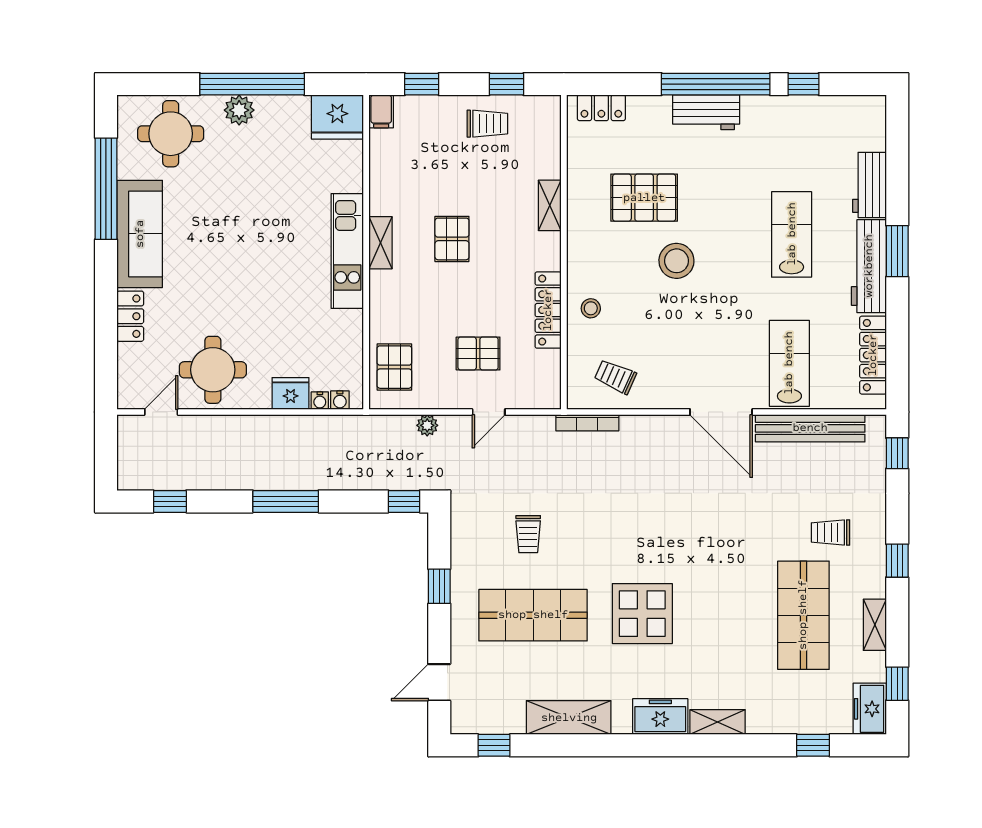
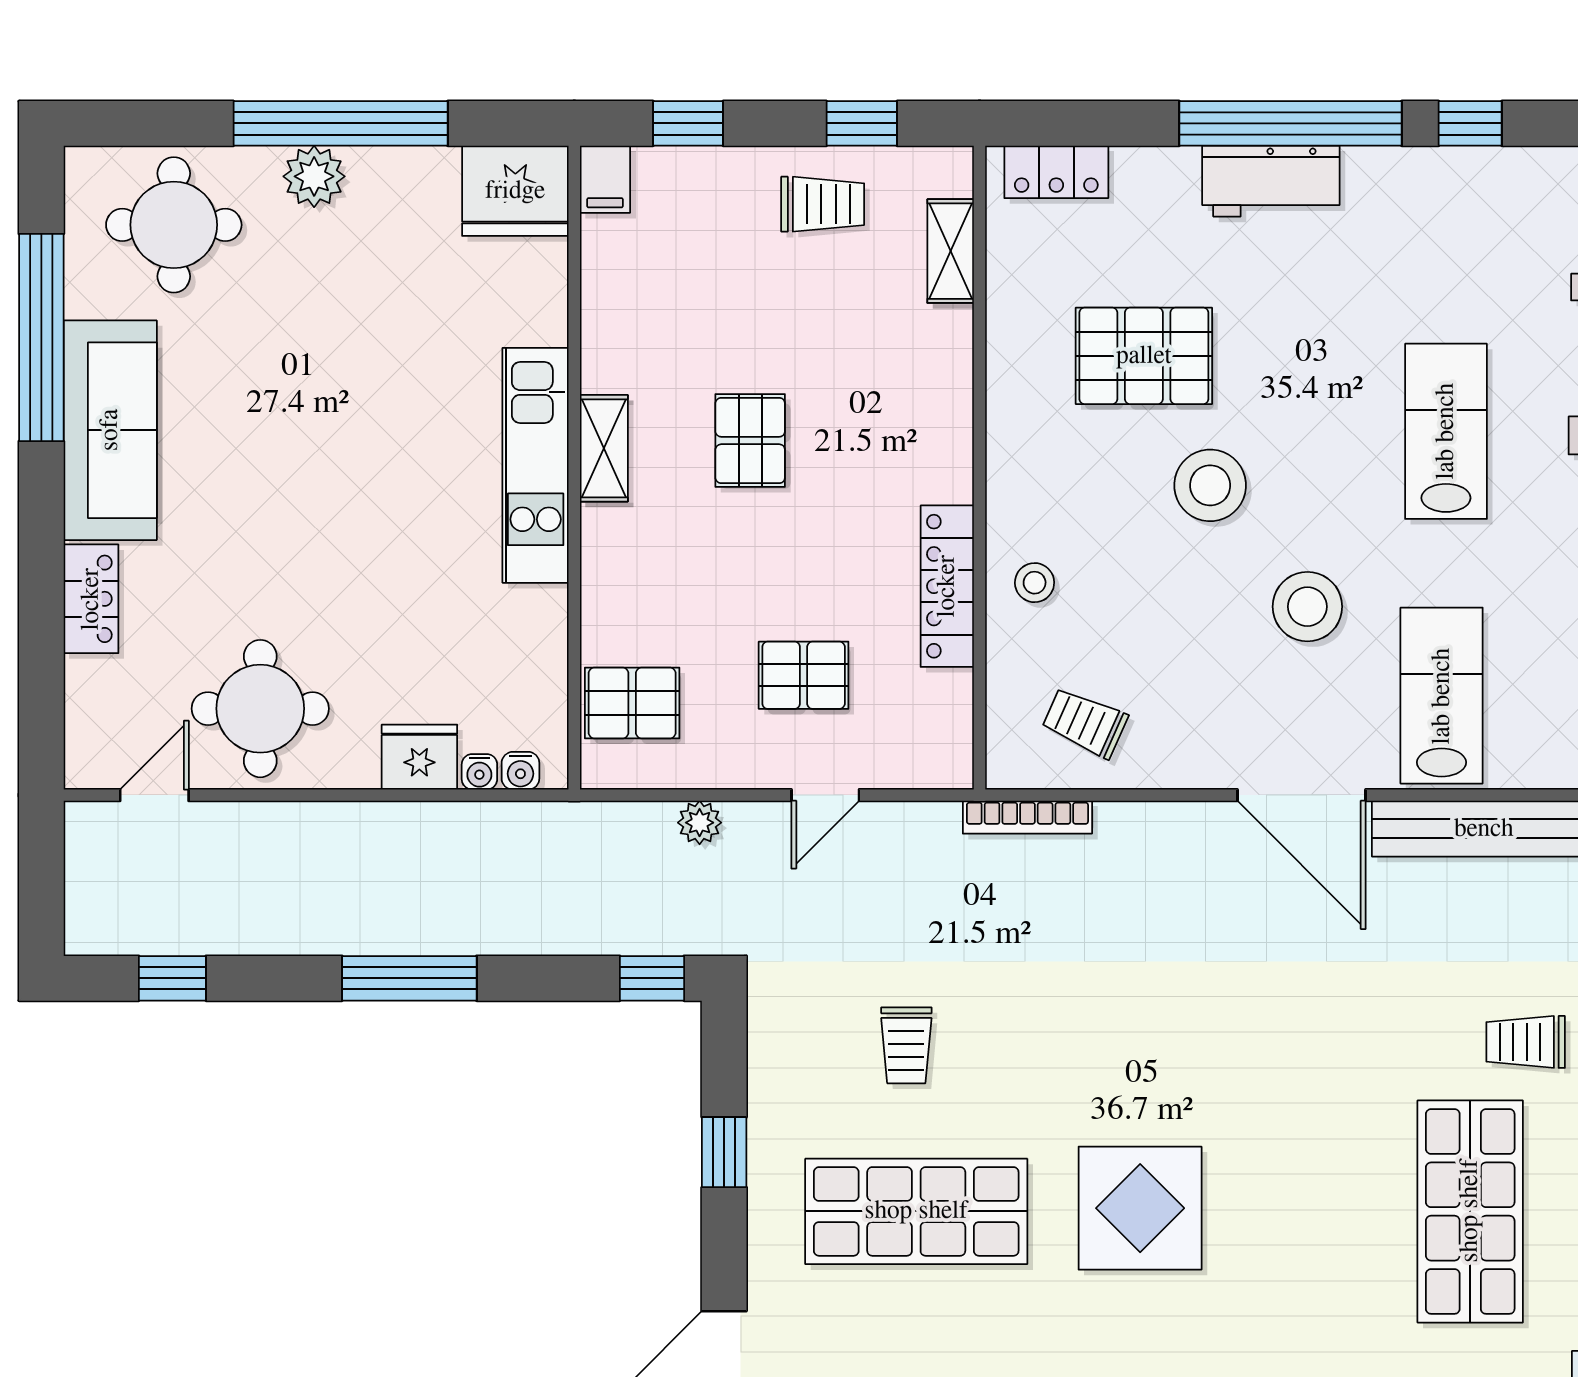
shelving: (550, 205) -> (951, 251), moved
stool: (724, 320) -> (1307, 607), added
pallet: (394, 367) -> (632, 703), turned 90

